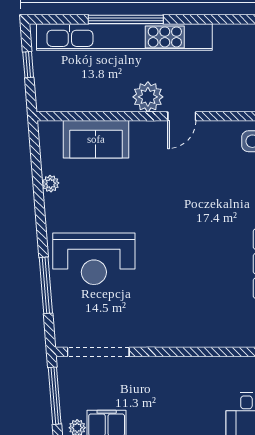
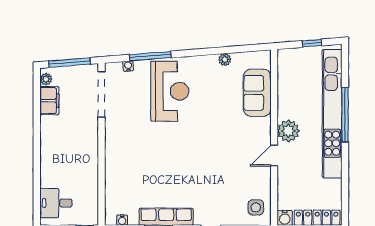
door: (182, 116) -> (274, 156), hinge flipped
reception desk: (94, 259) -> (170, 91), turned 180
water cooler: (59, 316) -> (128, 66), added

